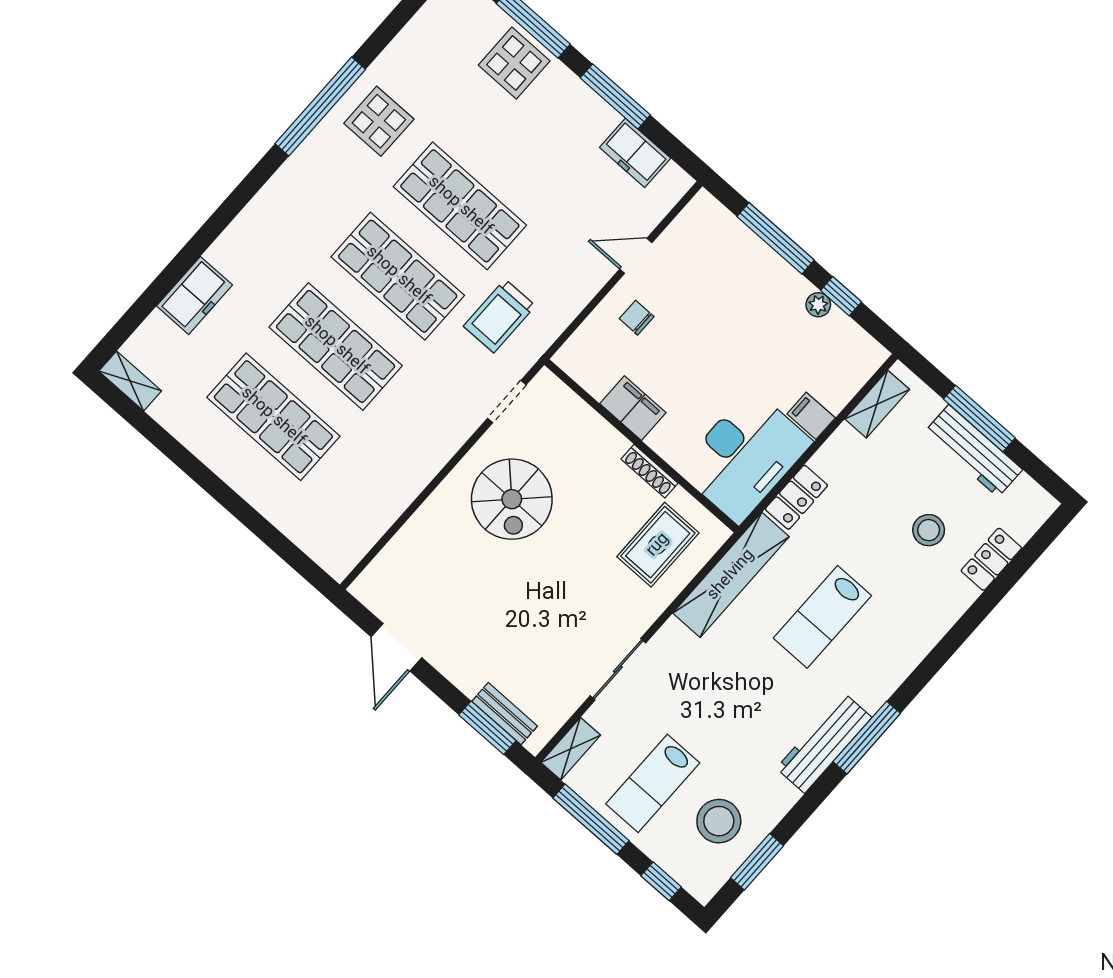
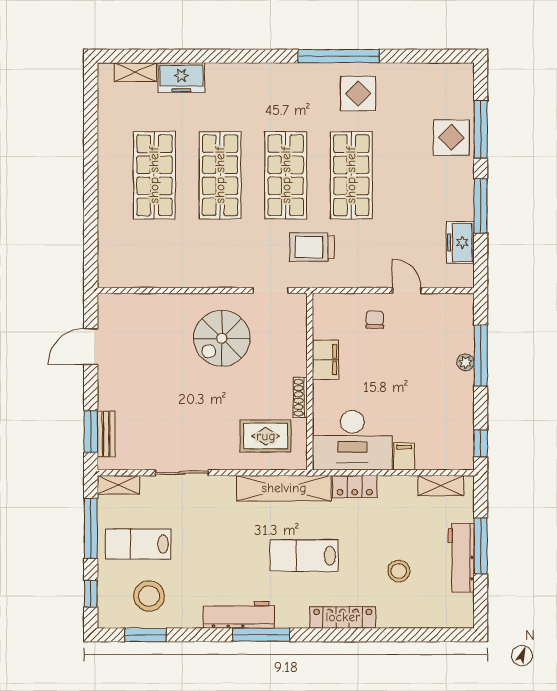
window: (841, 296) -> (481, 443), moved
plant: (818, 305) -> (466, 362), moved
shelving: (130, 381) -> (135, 72), moved, turned 90
locker: (991, 559) -> (343, 617), moved, width x1.53

